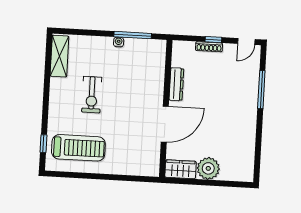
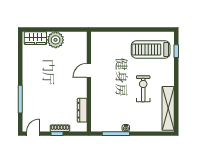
shelving: (59, 56) -> (168, 108), width x1.47
dresser: (176, 84) -> (82, 110), moved
door: (165, 124) -> (89, 70), width x0.53
wardrobe: (180, 169) -> (35, 38), moved

